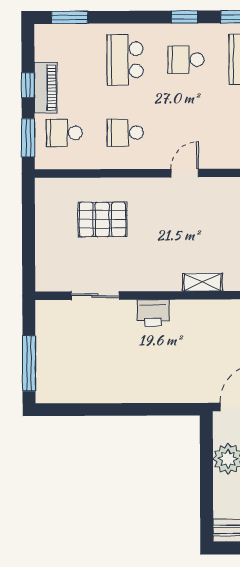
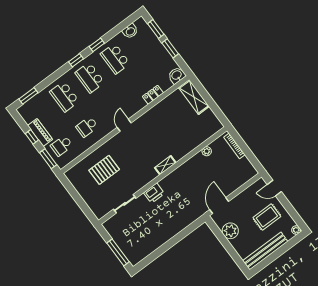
school desk: (186, 60) -> (90, 78), width x1.85

